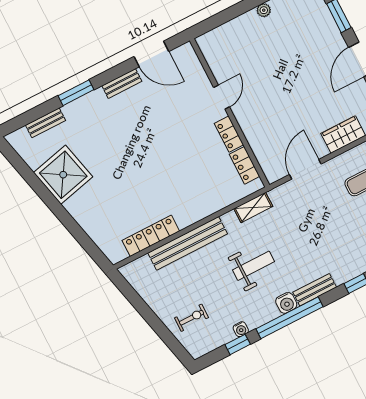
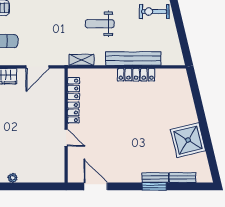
bench: (122, 84) -> (155, 178), moved
door: (222, 97) -> (66, 138), swing flipped
locker: (151, 236) -> (136, 75), moved
exercise bike: (191, 318) -> (154, 12), width x1.38, depth x1.39

